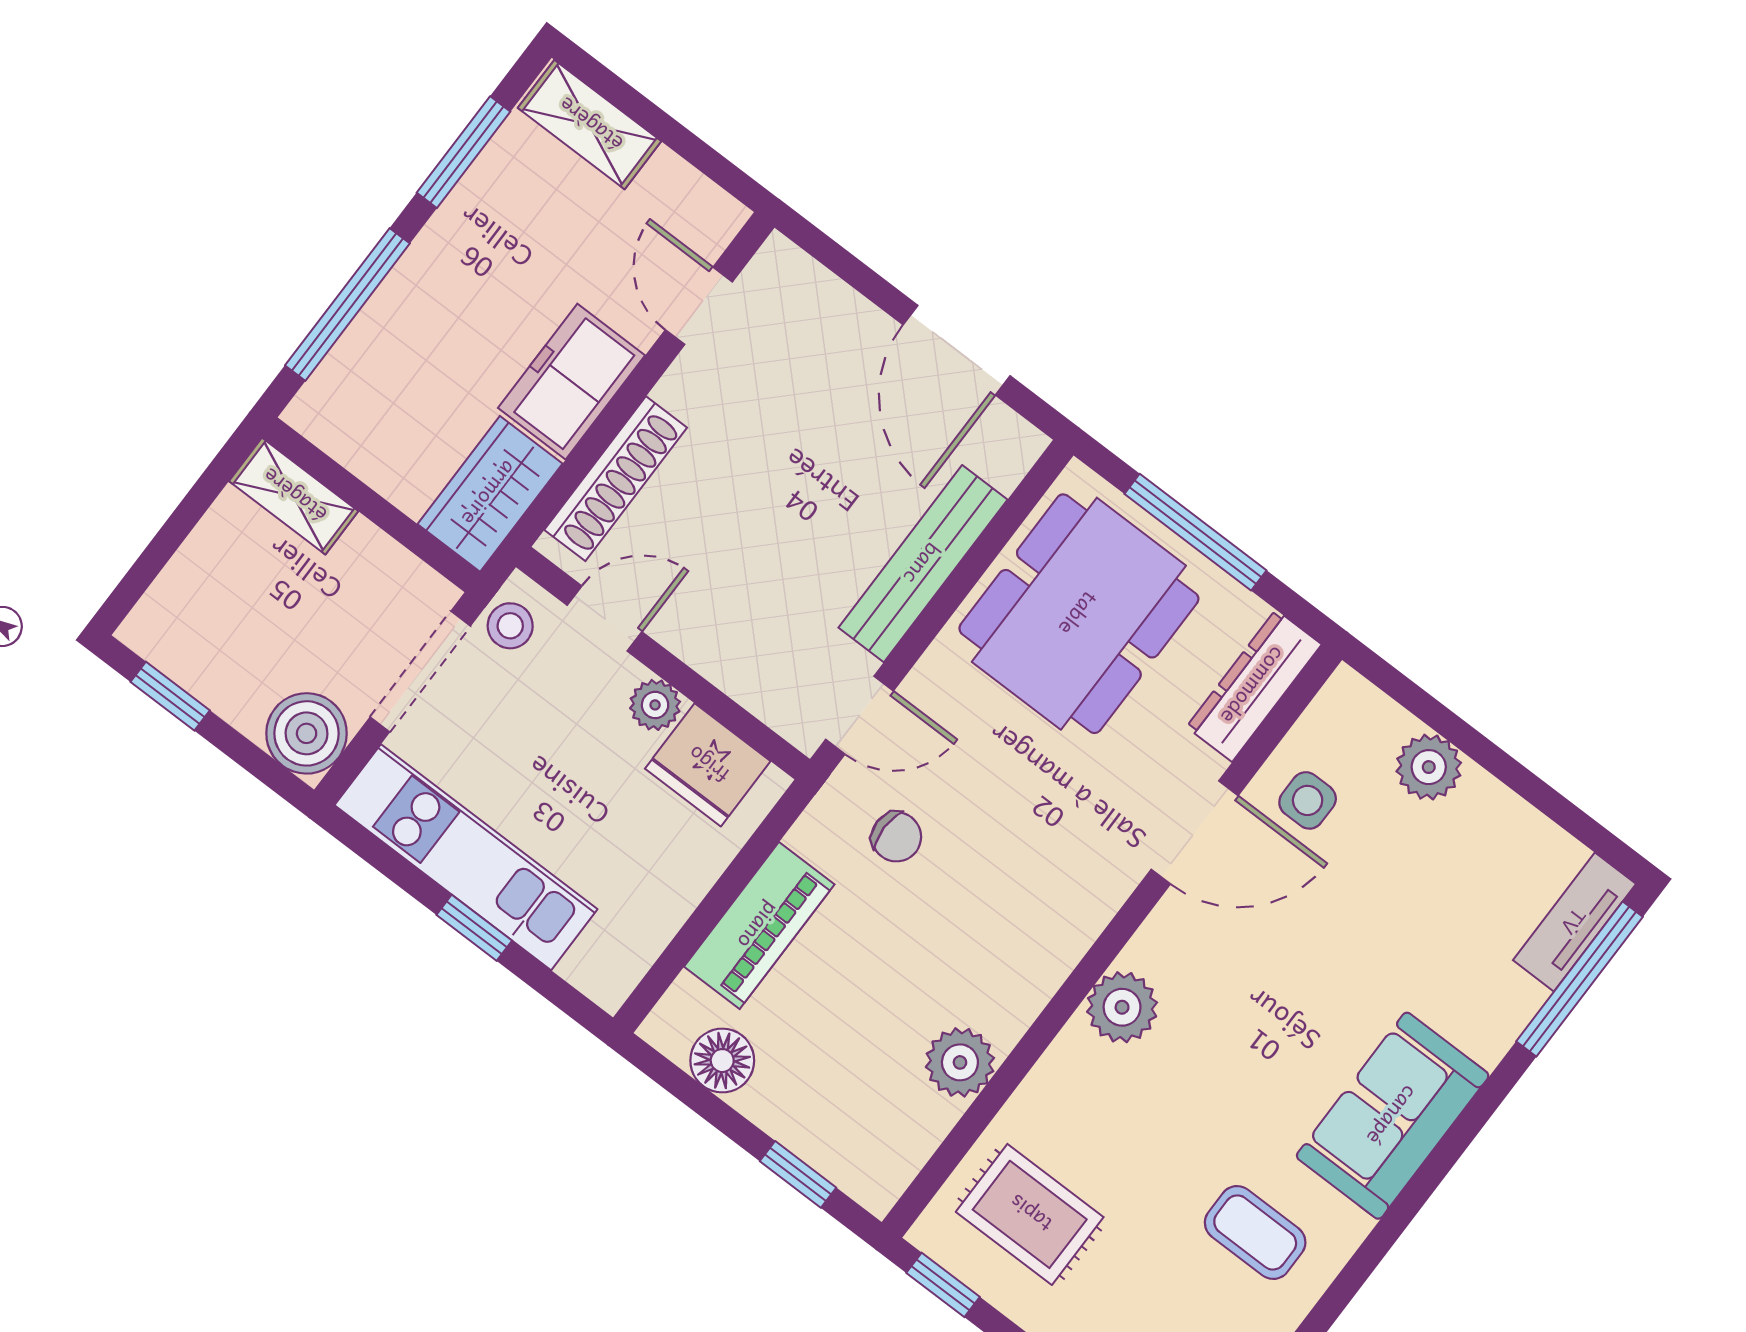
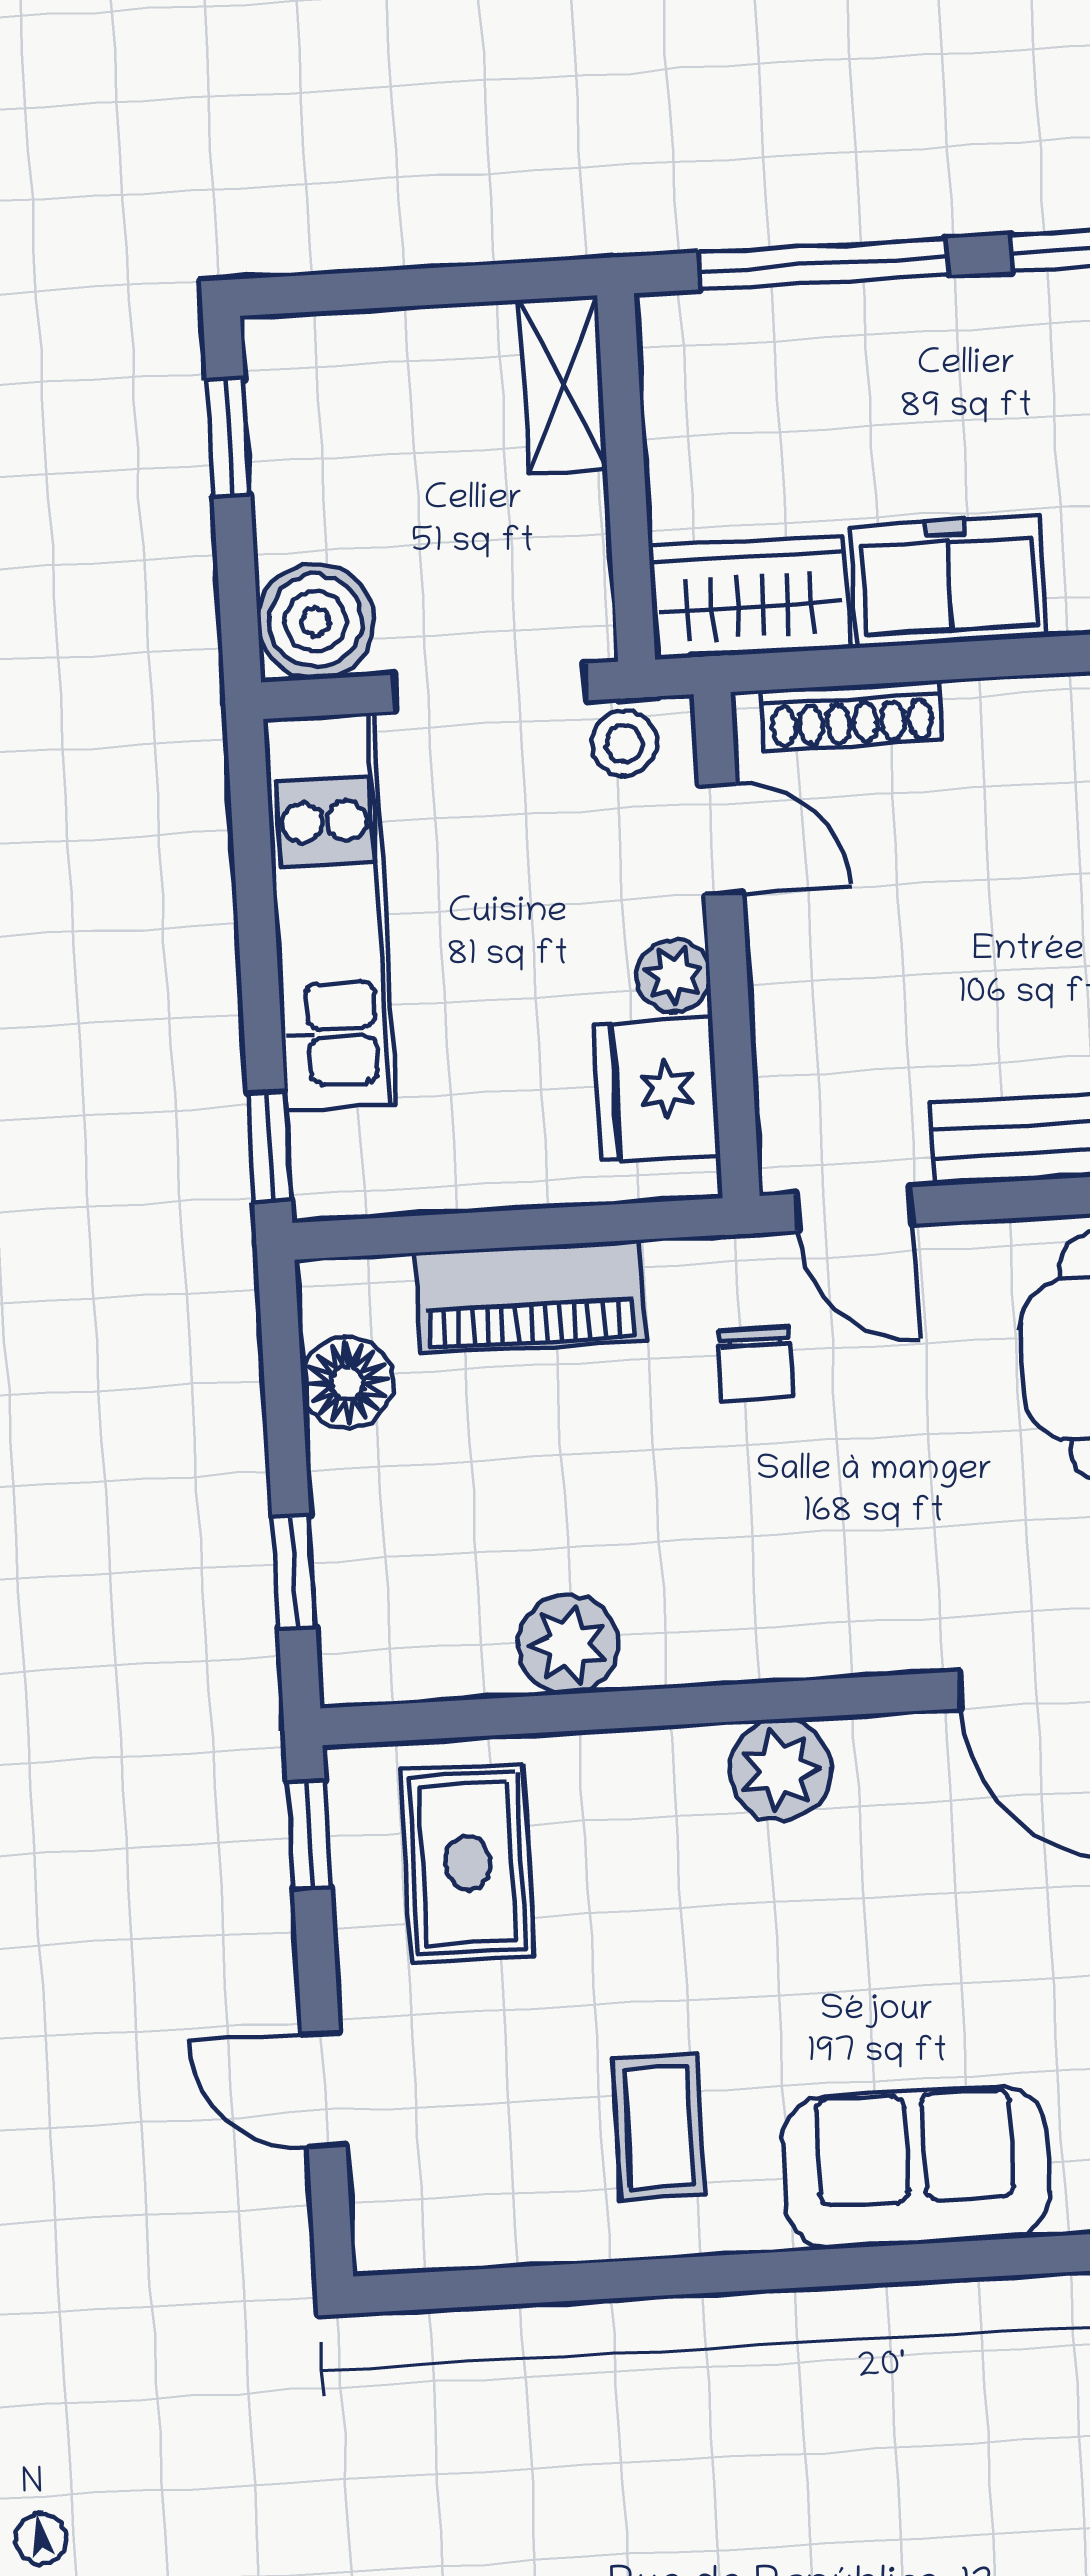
shoe rack: (616, 479) -> (852, 715), width x0.74, depth x0.81
window: (474, 928) -> (269, 1147), moved

